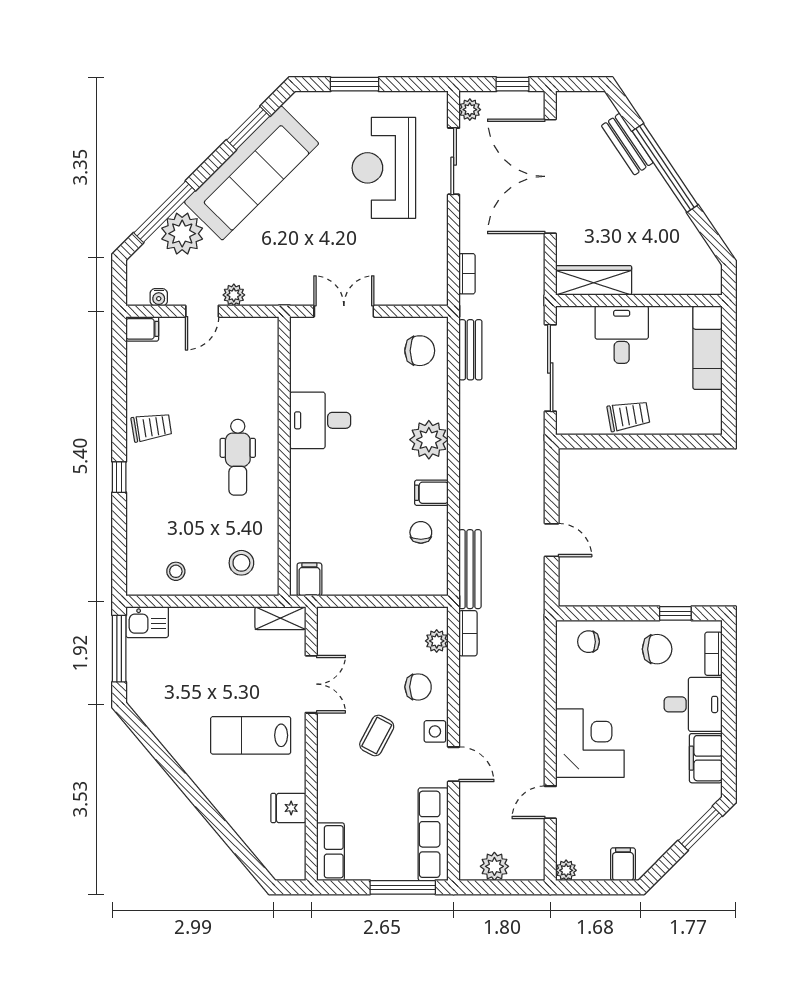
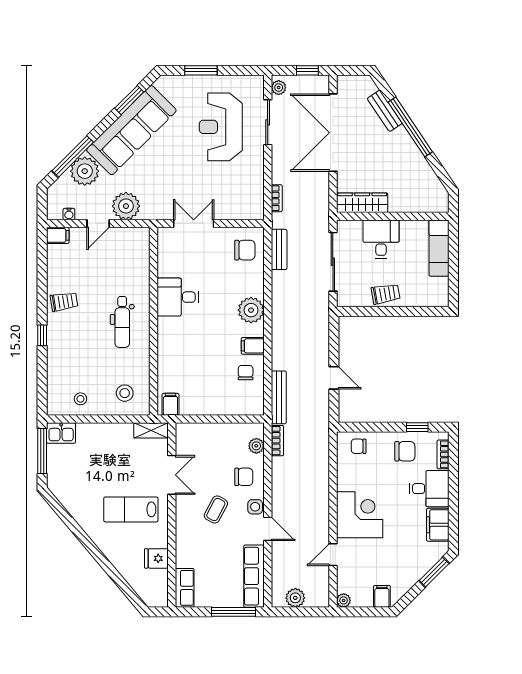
plant: (234, 295) -> (126, 206), width x1.87, depth x1.87

